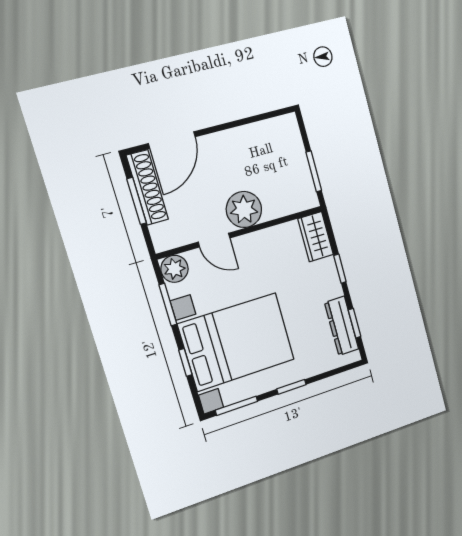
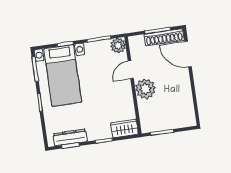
bed with nightstands: (237, 342) -> (63, 75), width x0.73

